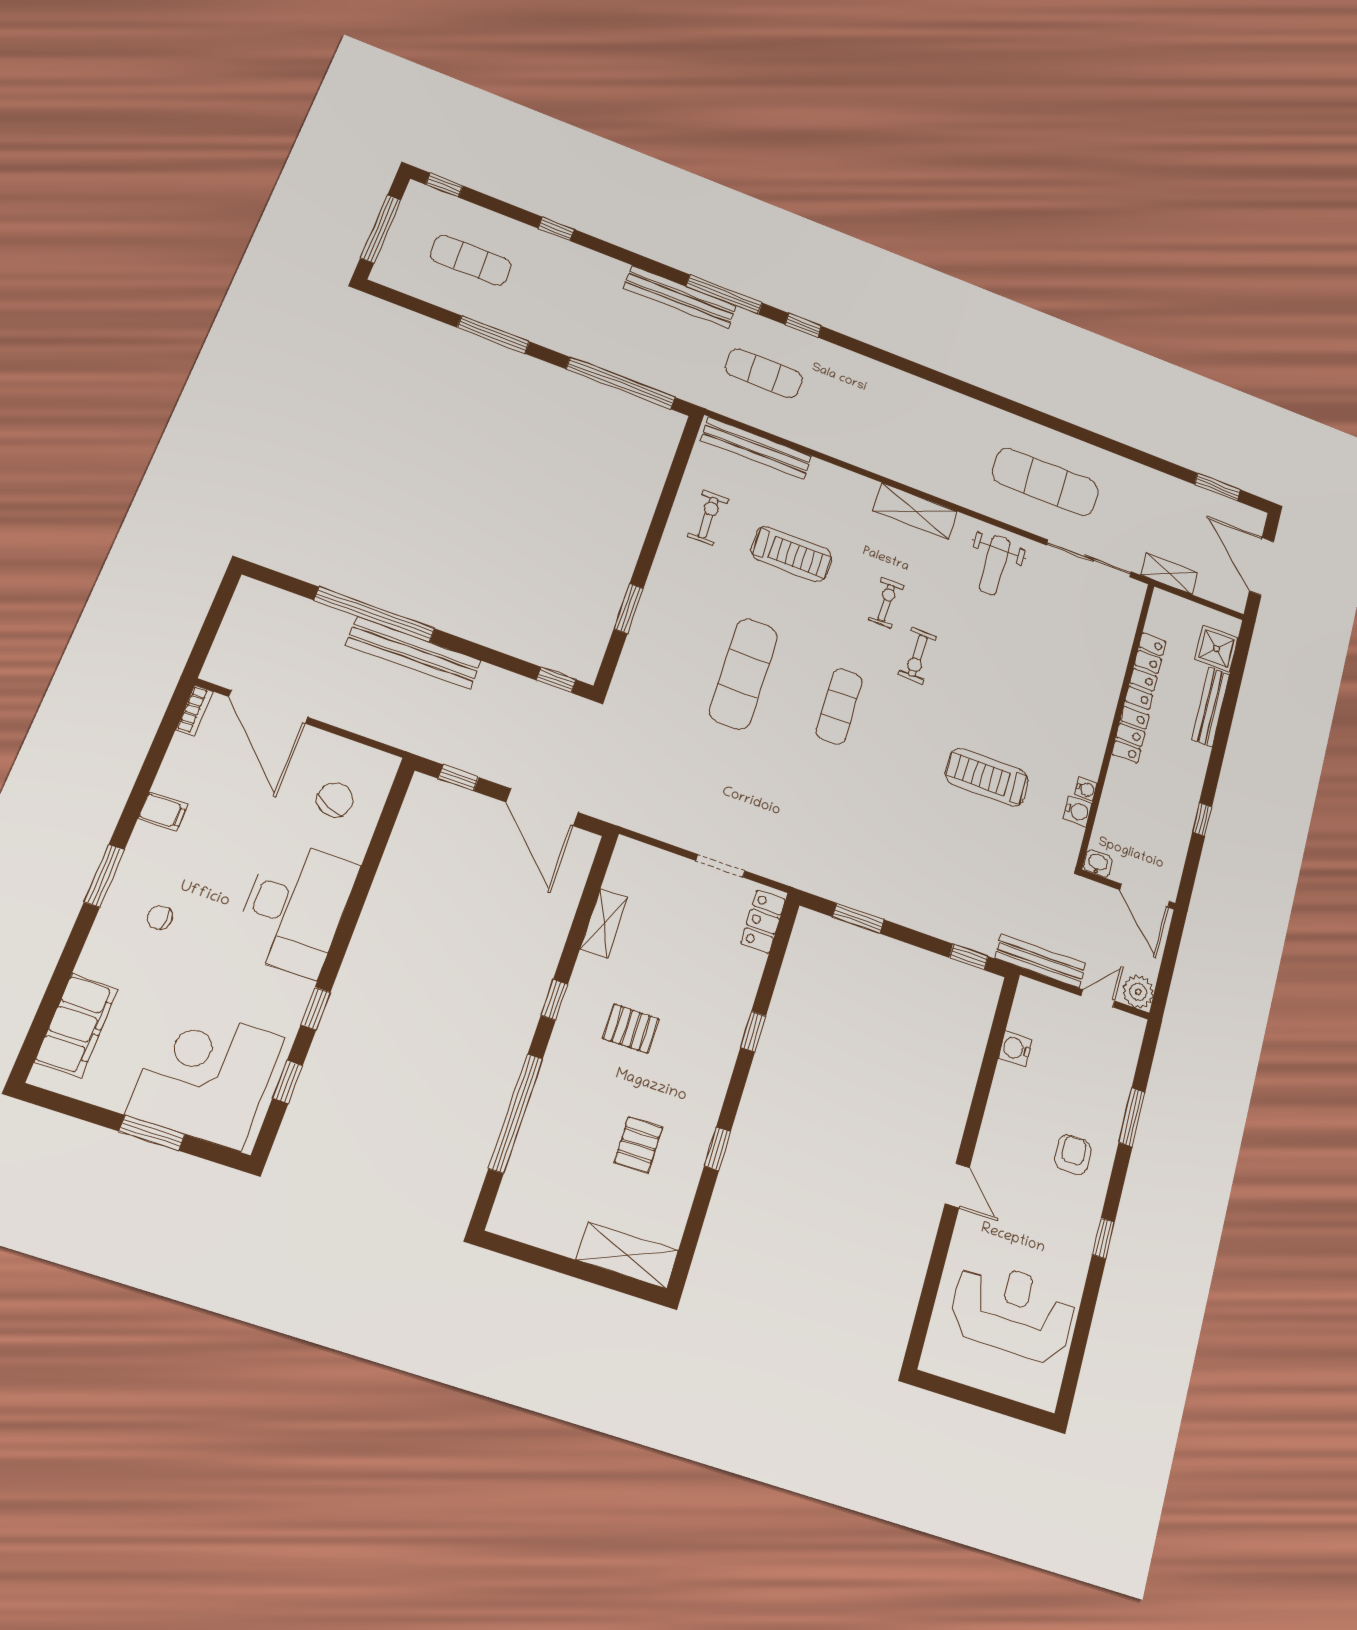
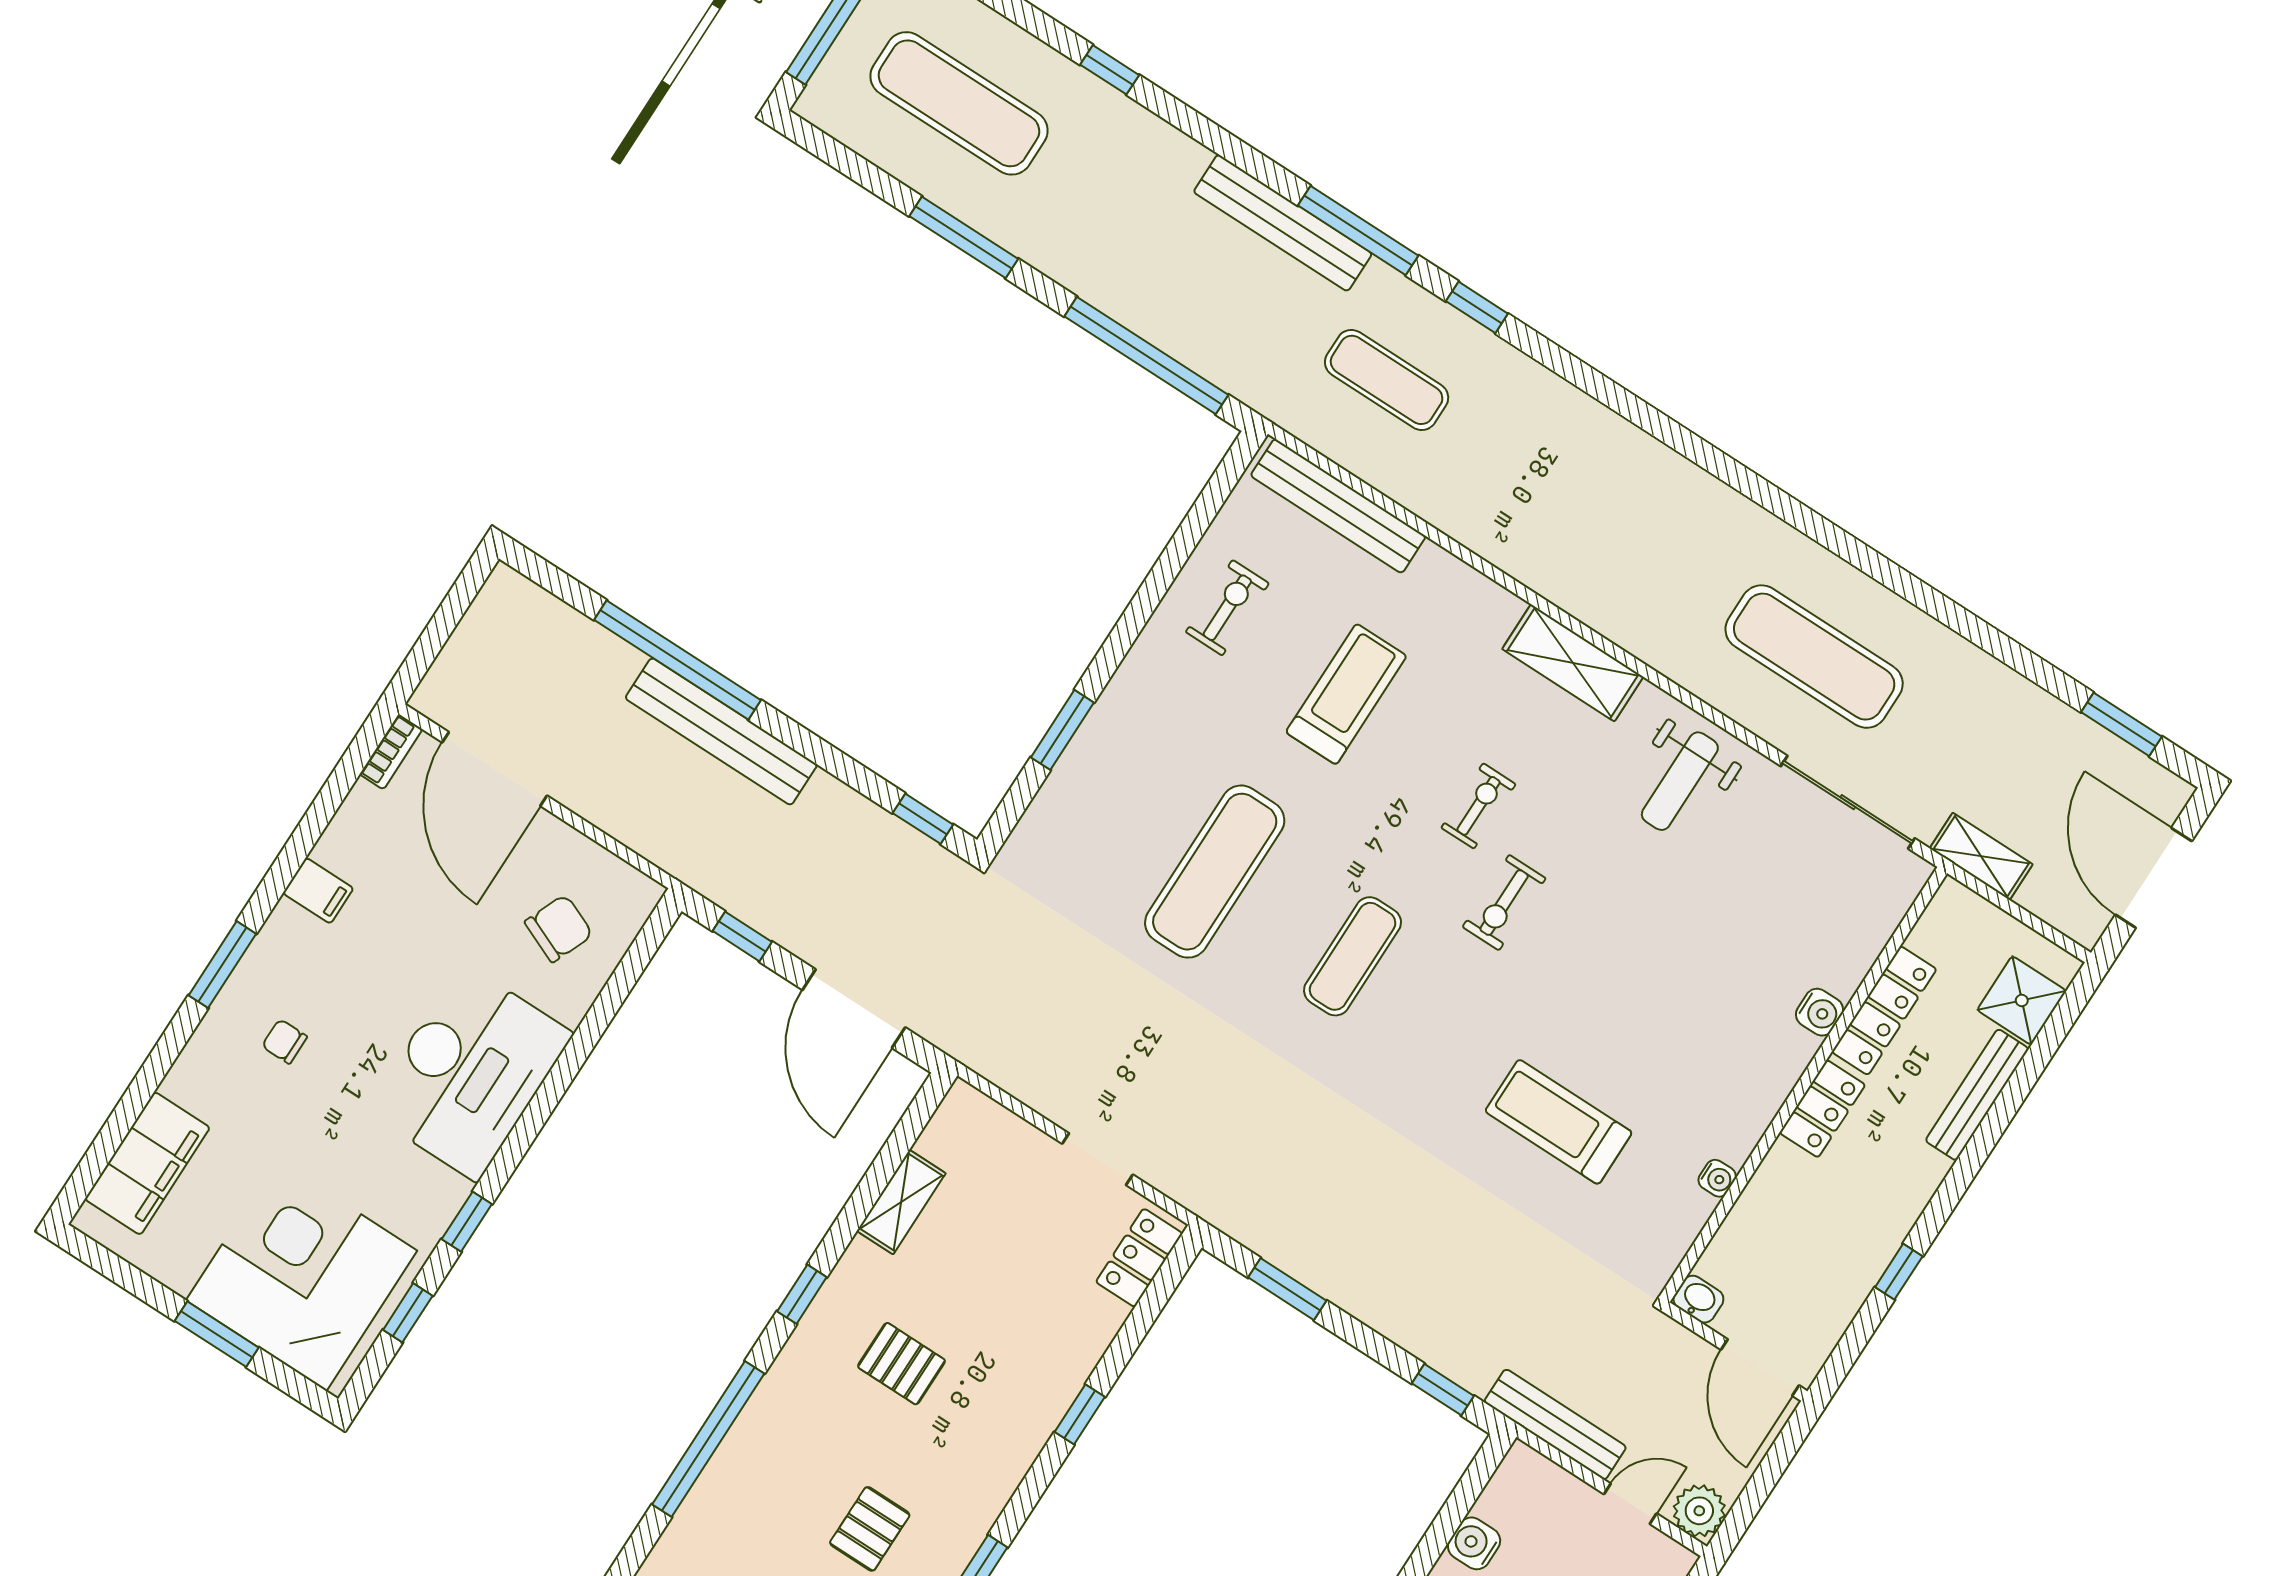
exercise mat: (471, 260) -> (959, 103), width x1.36, depth x1.45
treadmill: (792, 554) -> (1346, 694), turned -90
water cooler: (1077, 811) -> (1820, 1012), moved

